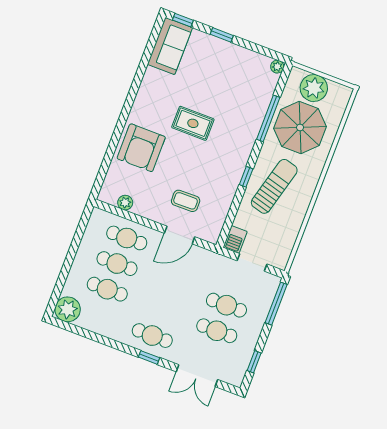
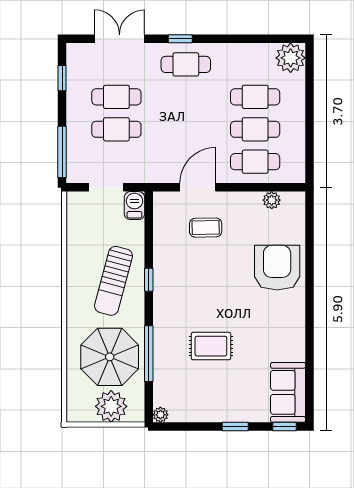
rug: (193, 123) -> (211, 346), moved

